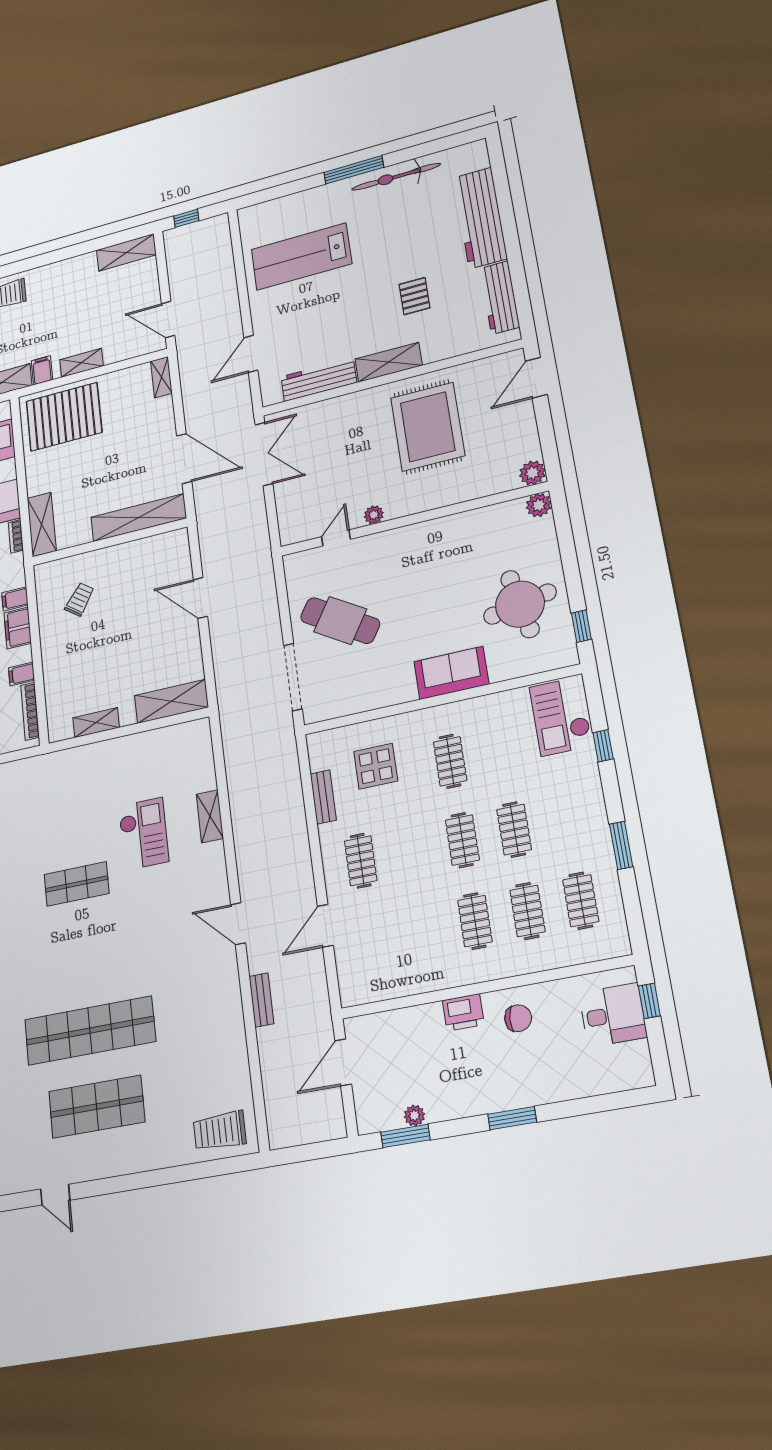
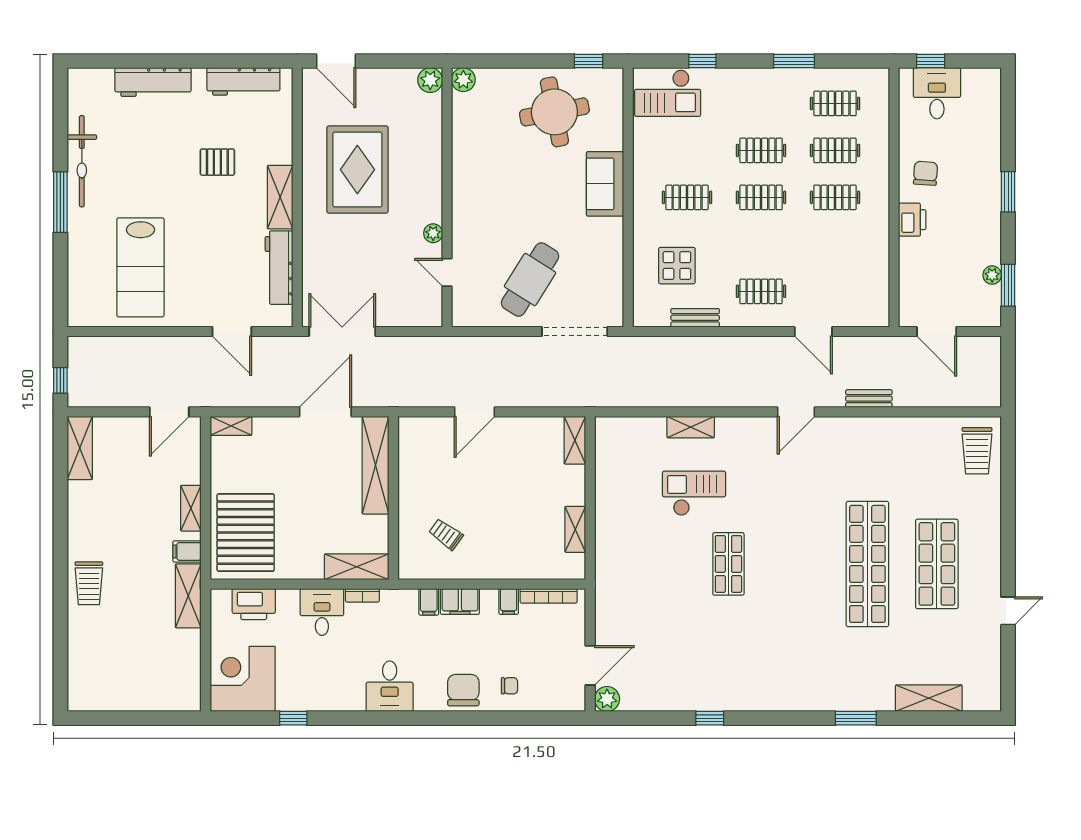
workbench: (480, 218) -> (153, 82), width x0.73, depth x0.76
rug: (428, 427) -> (357, 170), turned 90
shelving: (171, 701) -> (575, 440), width x0.67, depth x0.75

